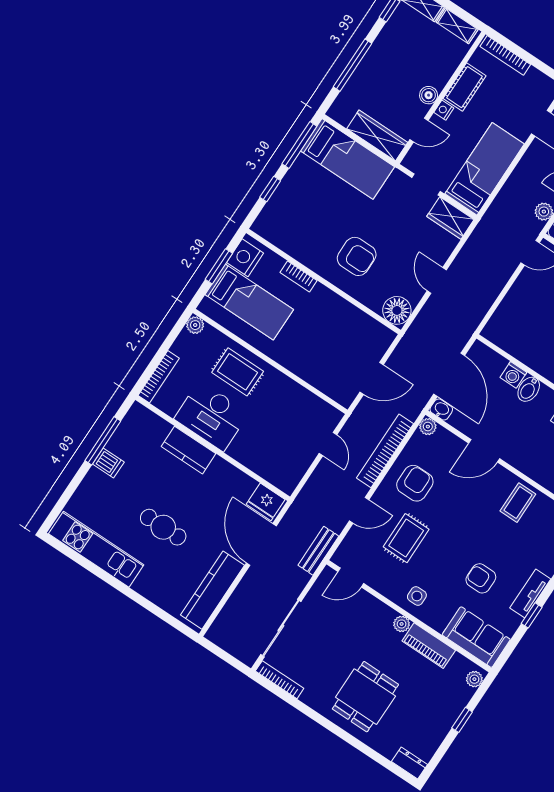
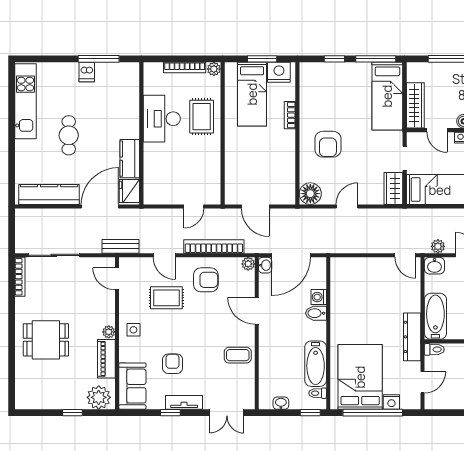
bookcase: (159, 377) -> (185, 68), moved
kitchen counter: (189, 450) -> (130, 159), moved
plant: (474, 679) -> (99, 397), width x1.88, depth x1.88
dresser: (409, 763) -> (22, 397), removed

